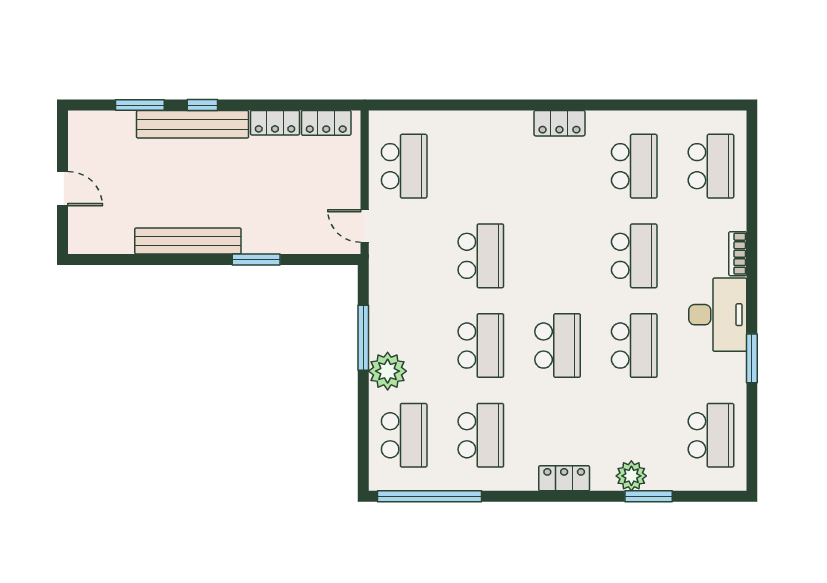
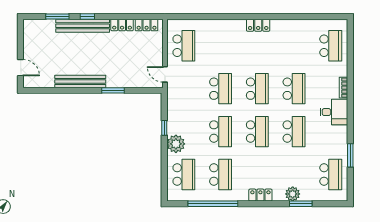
school desk: (634, 166) -> (257, 89), moved
door: (63, 189) -> (20, 68), moved
desk: (718, 315) -> (334, 112), width x0.73
window: (363, 338) -> (164, 128), width x0.46
window: (752, 358) -> (350, 155), moved
window: (429, 496) -> (213, 204), moved

